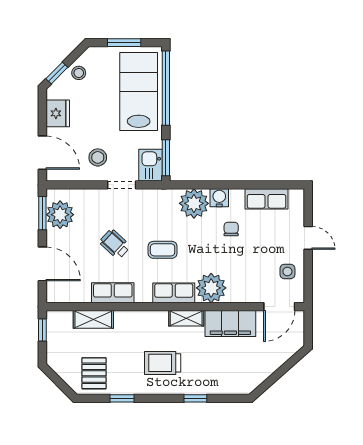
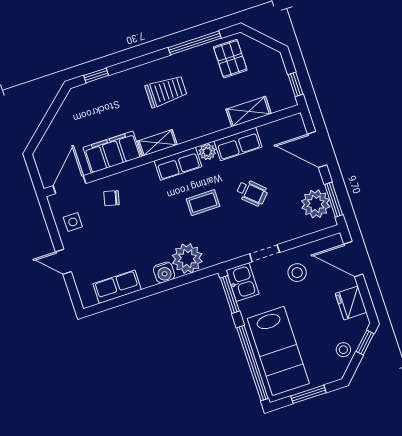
chair: (231, 229) -> (112, 198), moved, turned 104
plant: (211, 288) -> (207, 152), moved, width x0.53, depth x0.53
window: (122, 398) -> (195, 43), width x2.17
window: (195, 398) -> (96, 75), moved

